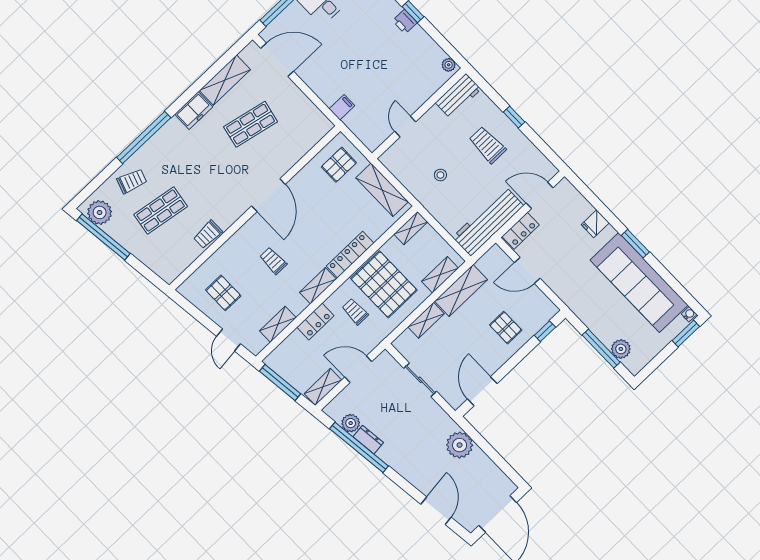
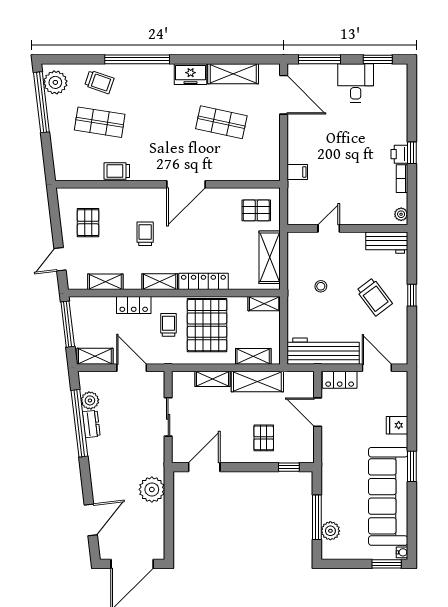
bookcase: (424, 38) -> (402, 179), added
trolley: (487, 145) -> (374, 297), turned 143

